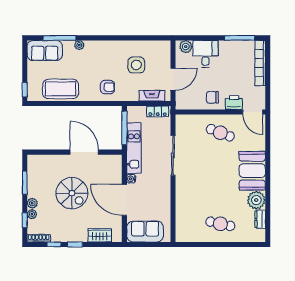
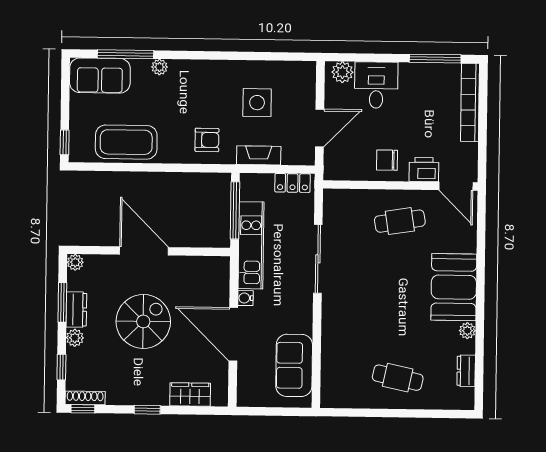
fireplace: (152, 96) -> (259, 155), moved
cafe table: (220, 133) -> (400, 221), turned -30
door: (84, 152) -> (144, 251), moved
dresser: (33, 187) -> (76, 310), added
spiral stairs: (72, 193) -> (143, 321), turned -90
plant: (256, 200) -> (467, 331), width x0.53, depth x0.53
plant: (32, 214) -> (75, 262), moved
sofa: (145, 232) -> (294, 365), moved, turned -90
window: (54, 244) -> (83, 409), moved

